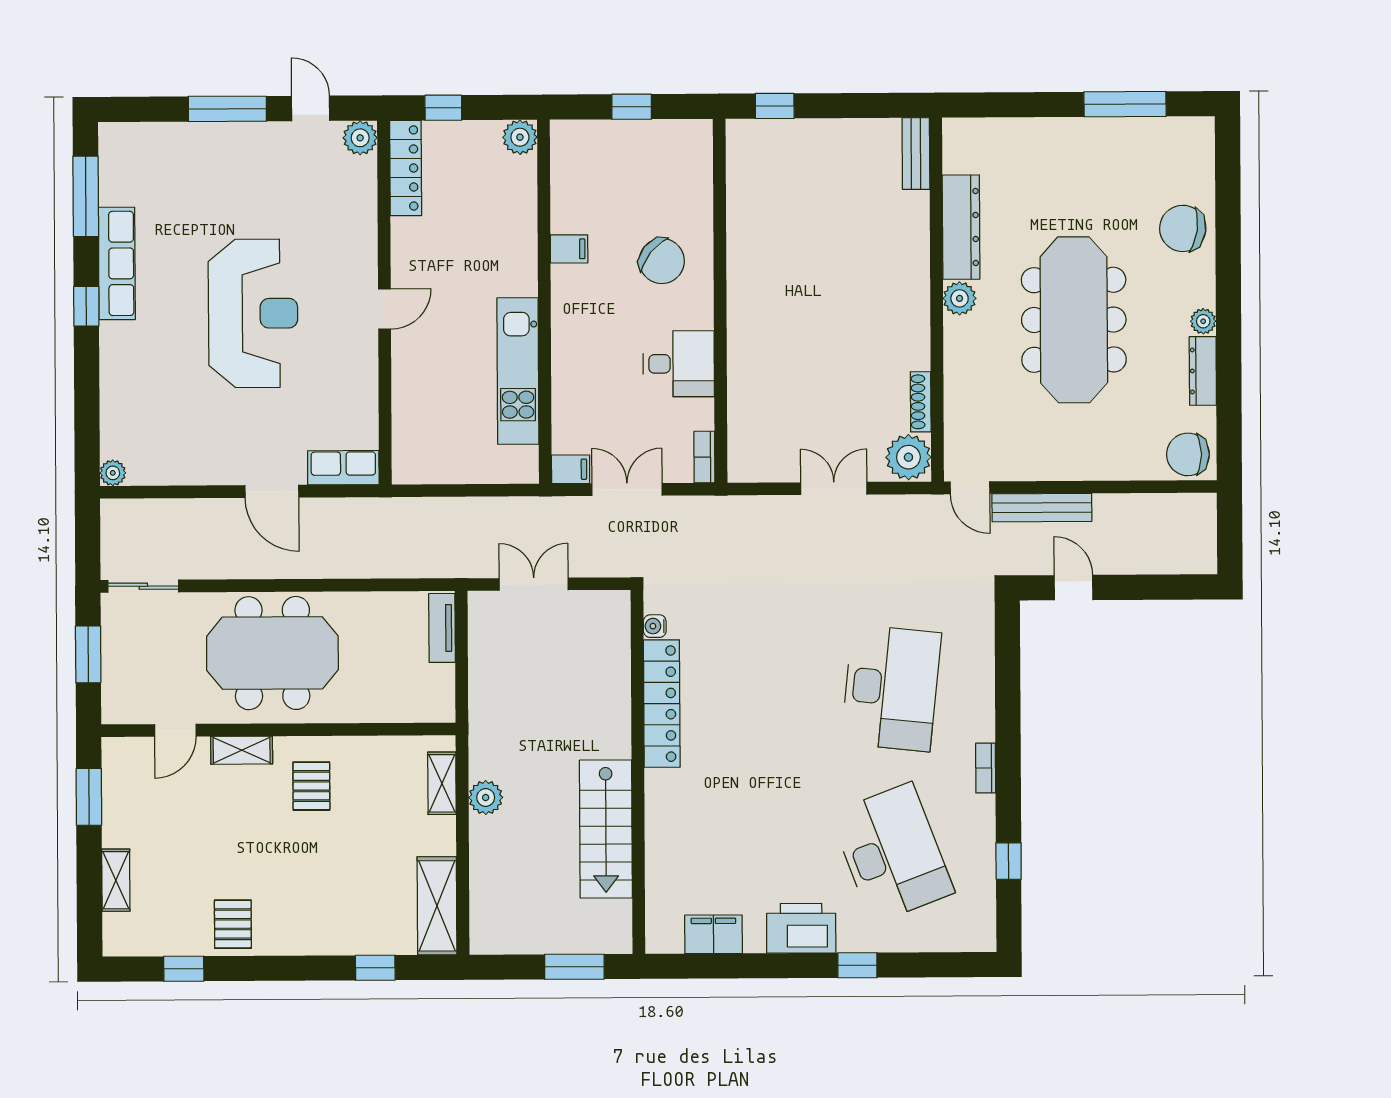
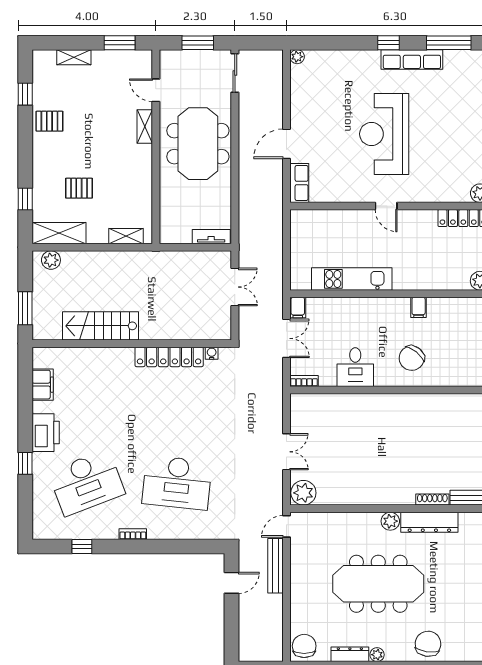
reception desk: (253, 313) -> (384, 134), turned 90
shoe rack: (921, 402) -> (432, 500), moved
pallet: (311, 786) -> (79, 188), moved
plant: (486, 798) -> (51, 260), moved

